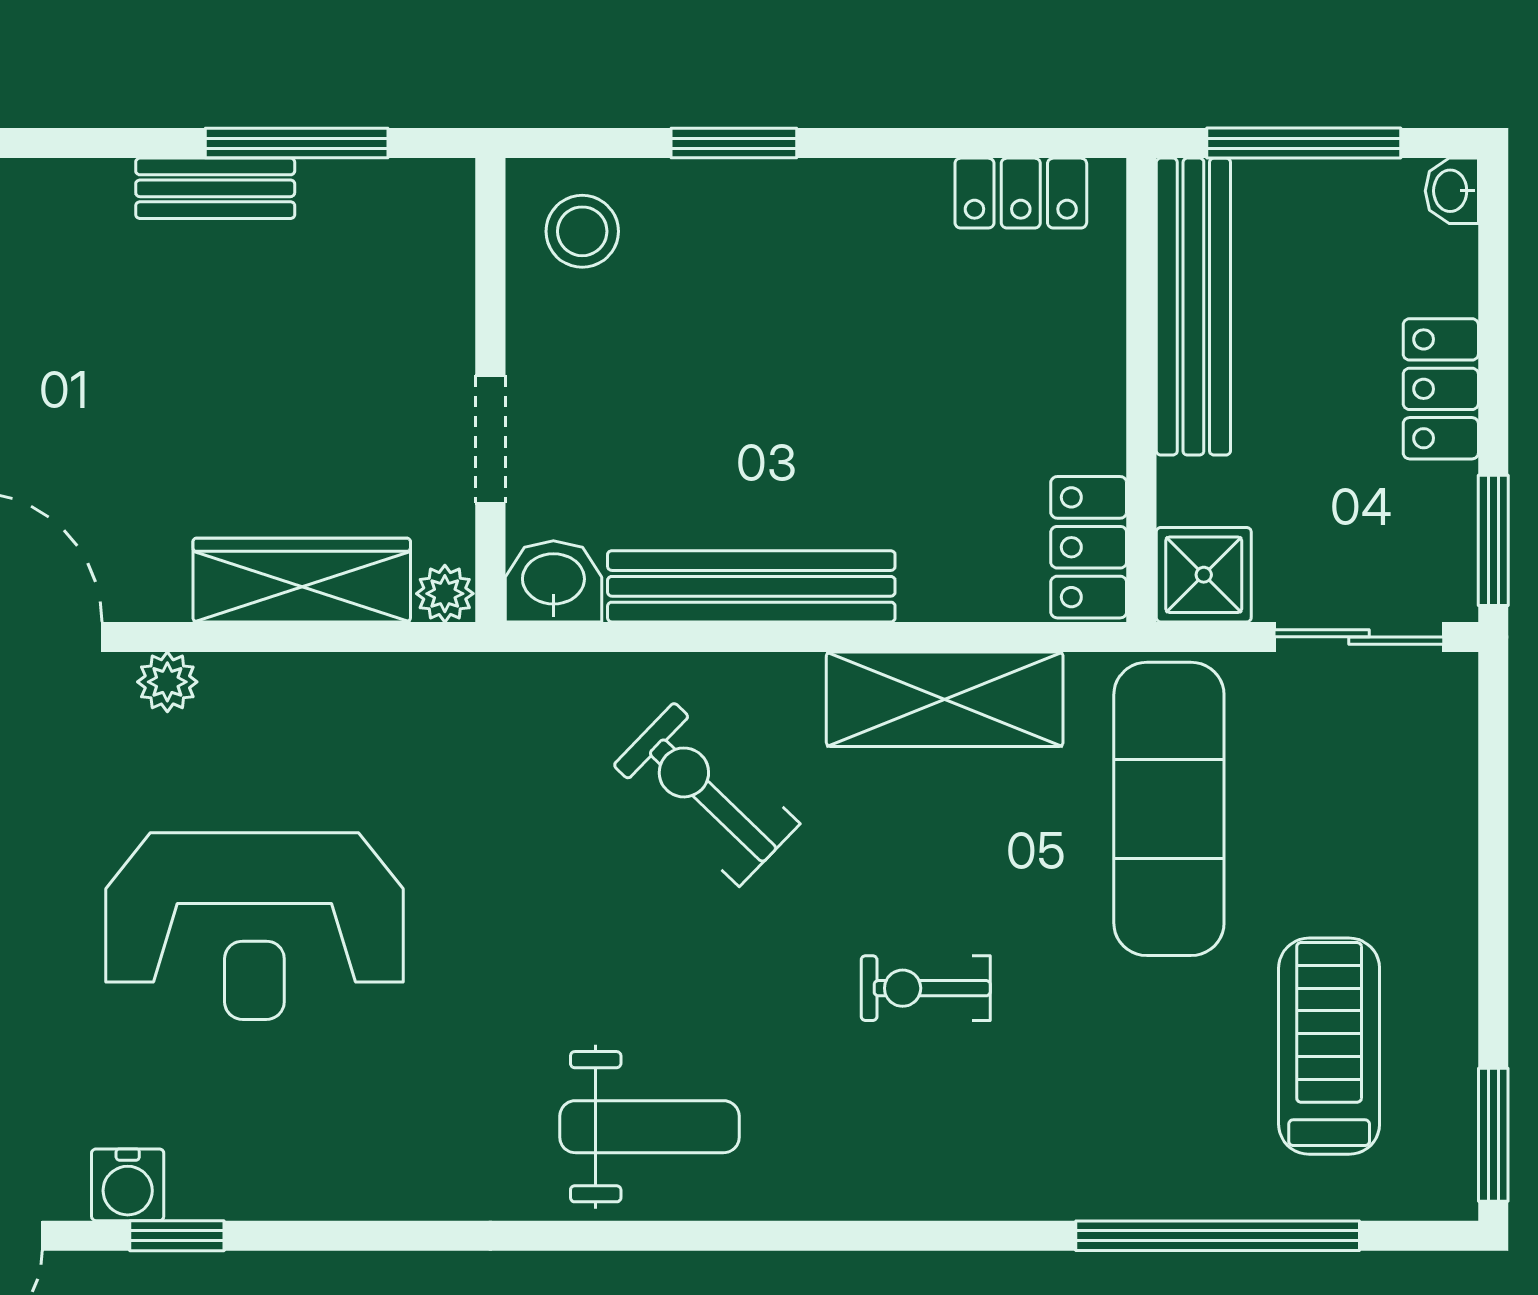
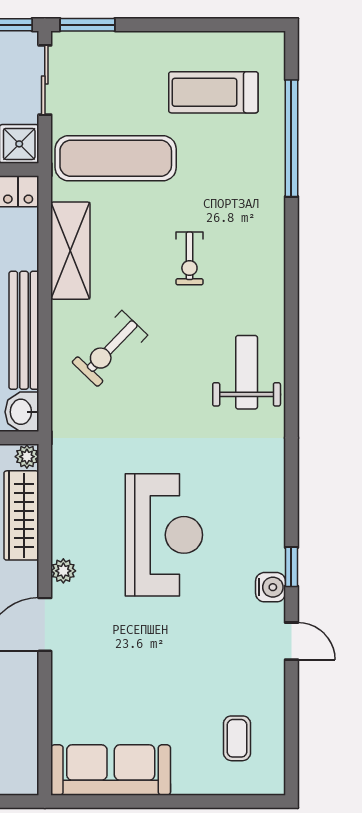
window: (1493, 1135) -> (87, 25), moved

